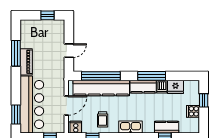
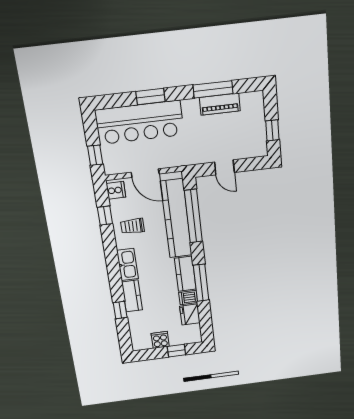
piano: (26, 62) -> (220, 104), moved
window: (16, 115) -> (150, 97), moved
kitchen counter: (167, 127) -> (132, 296), moved

